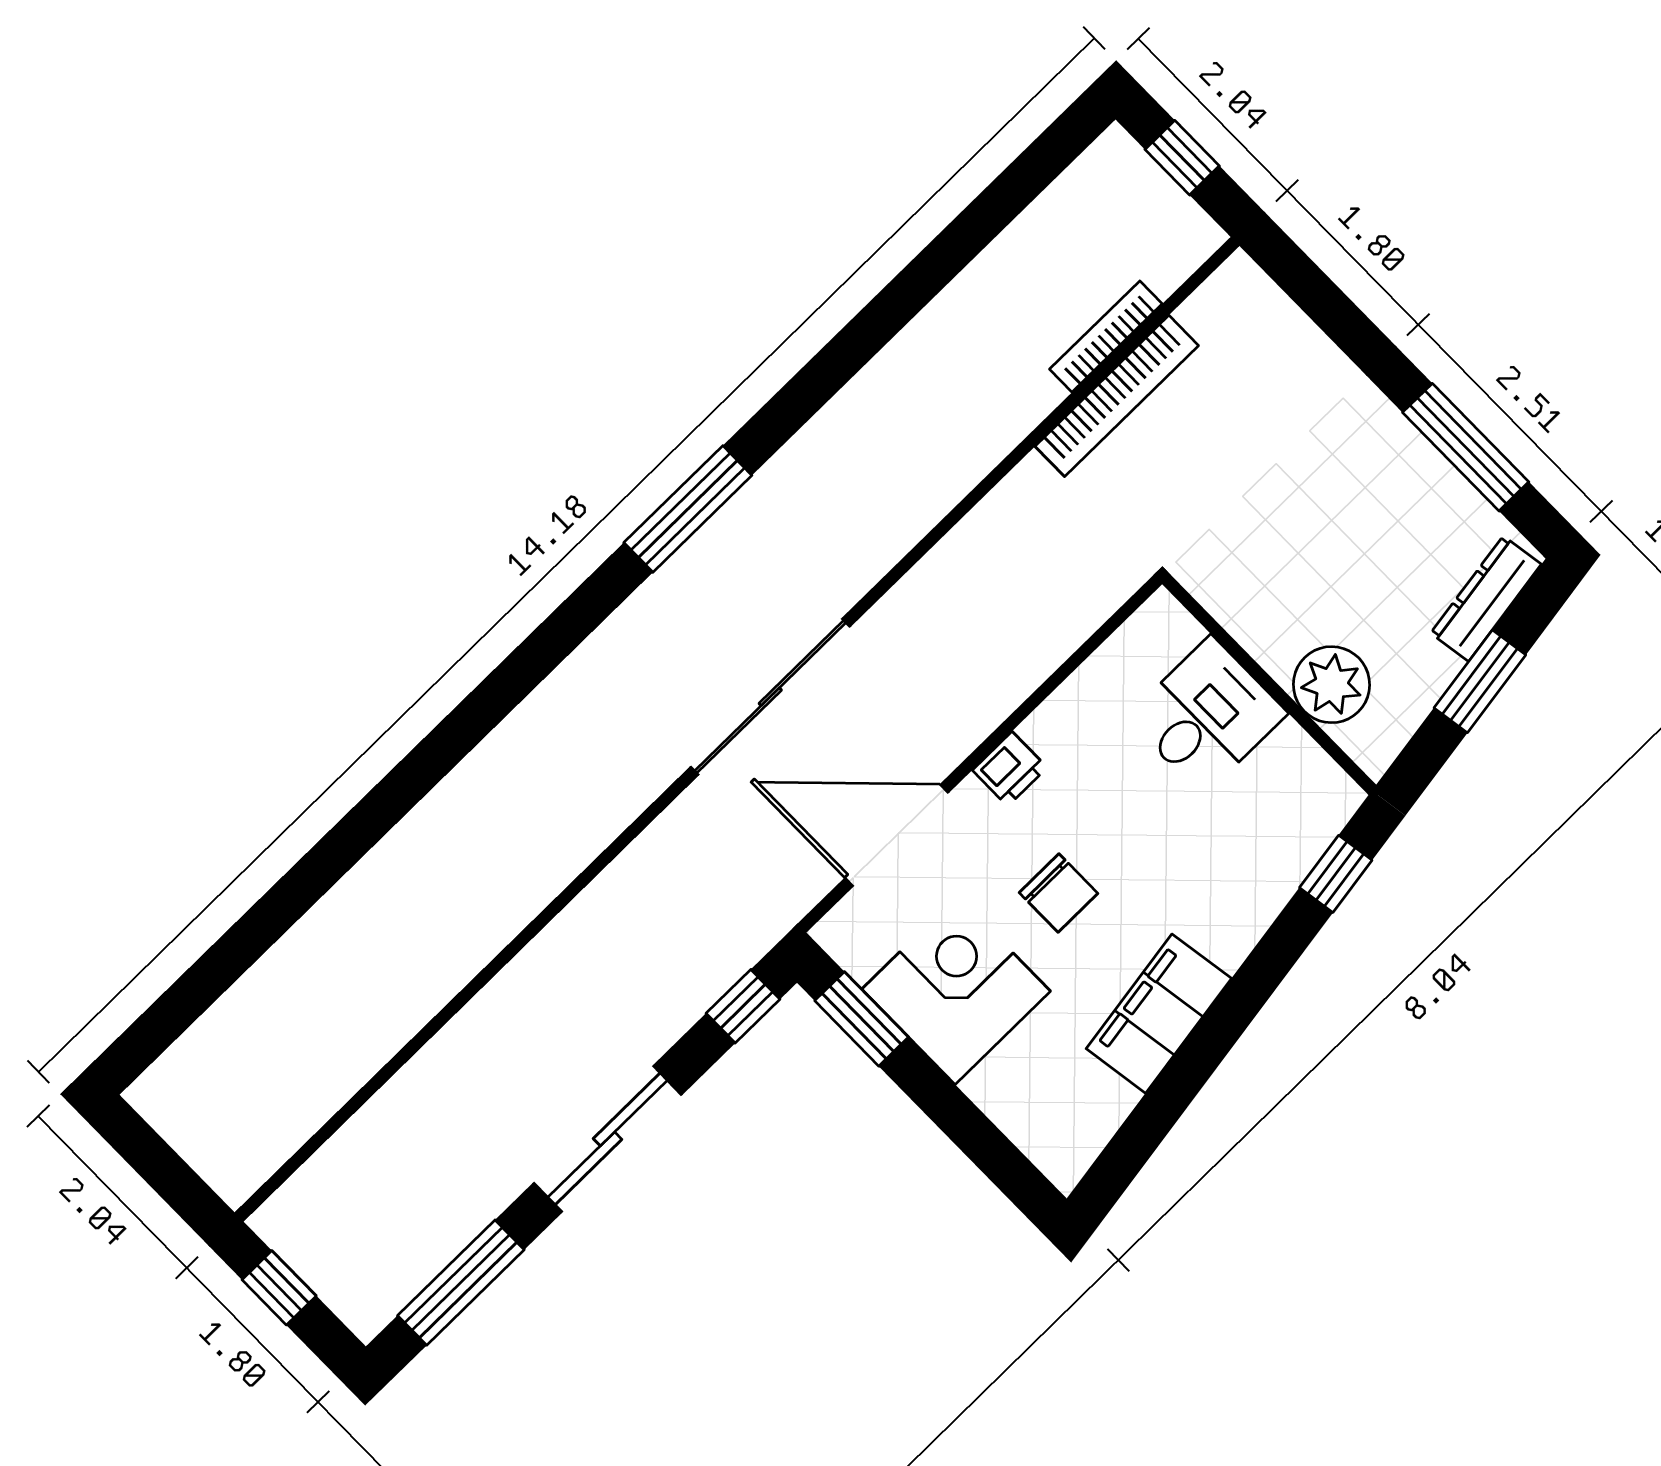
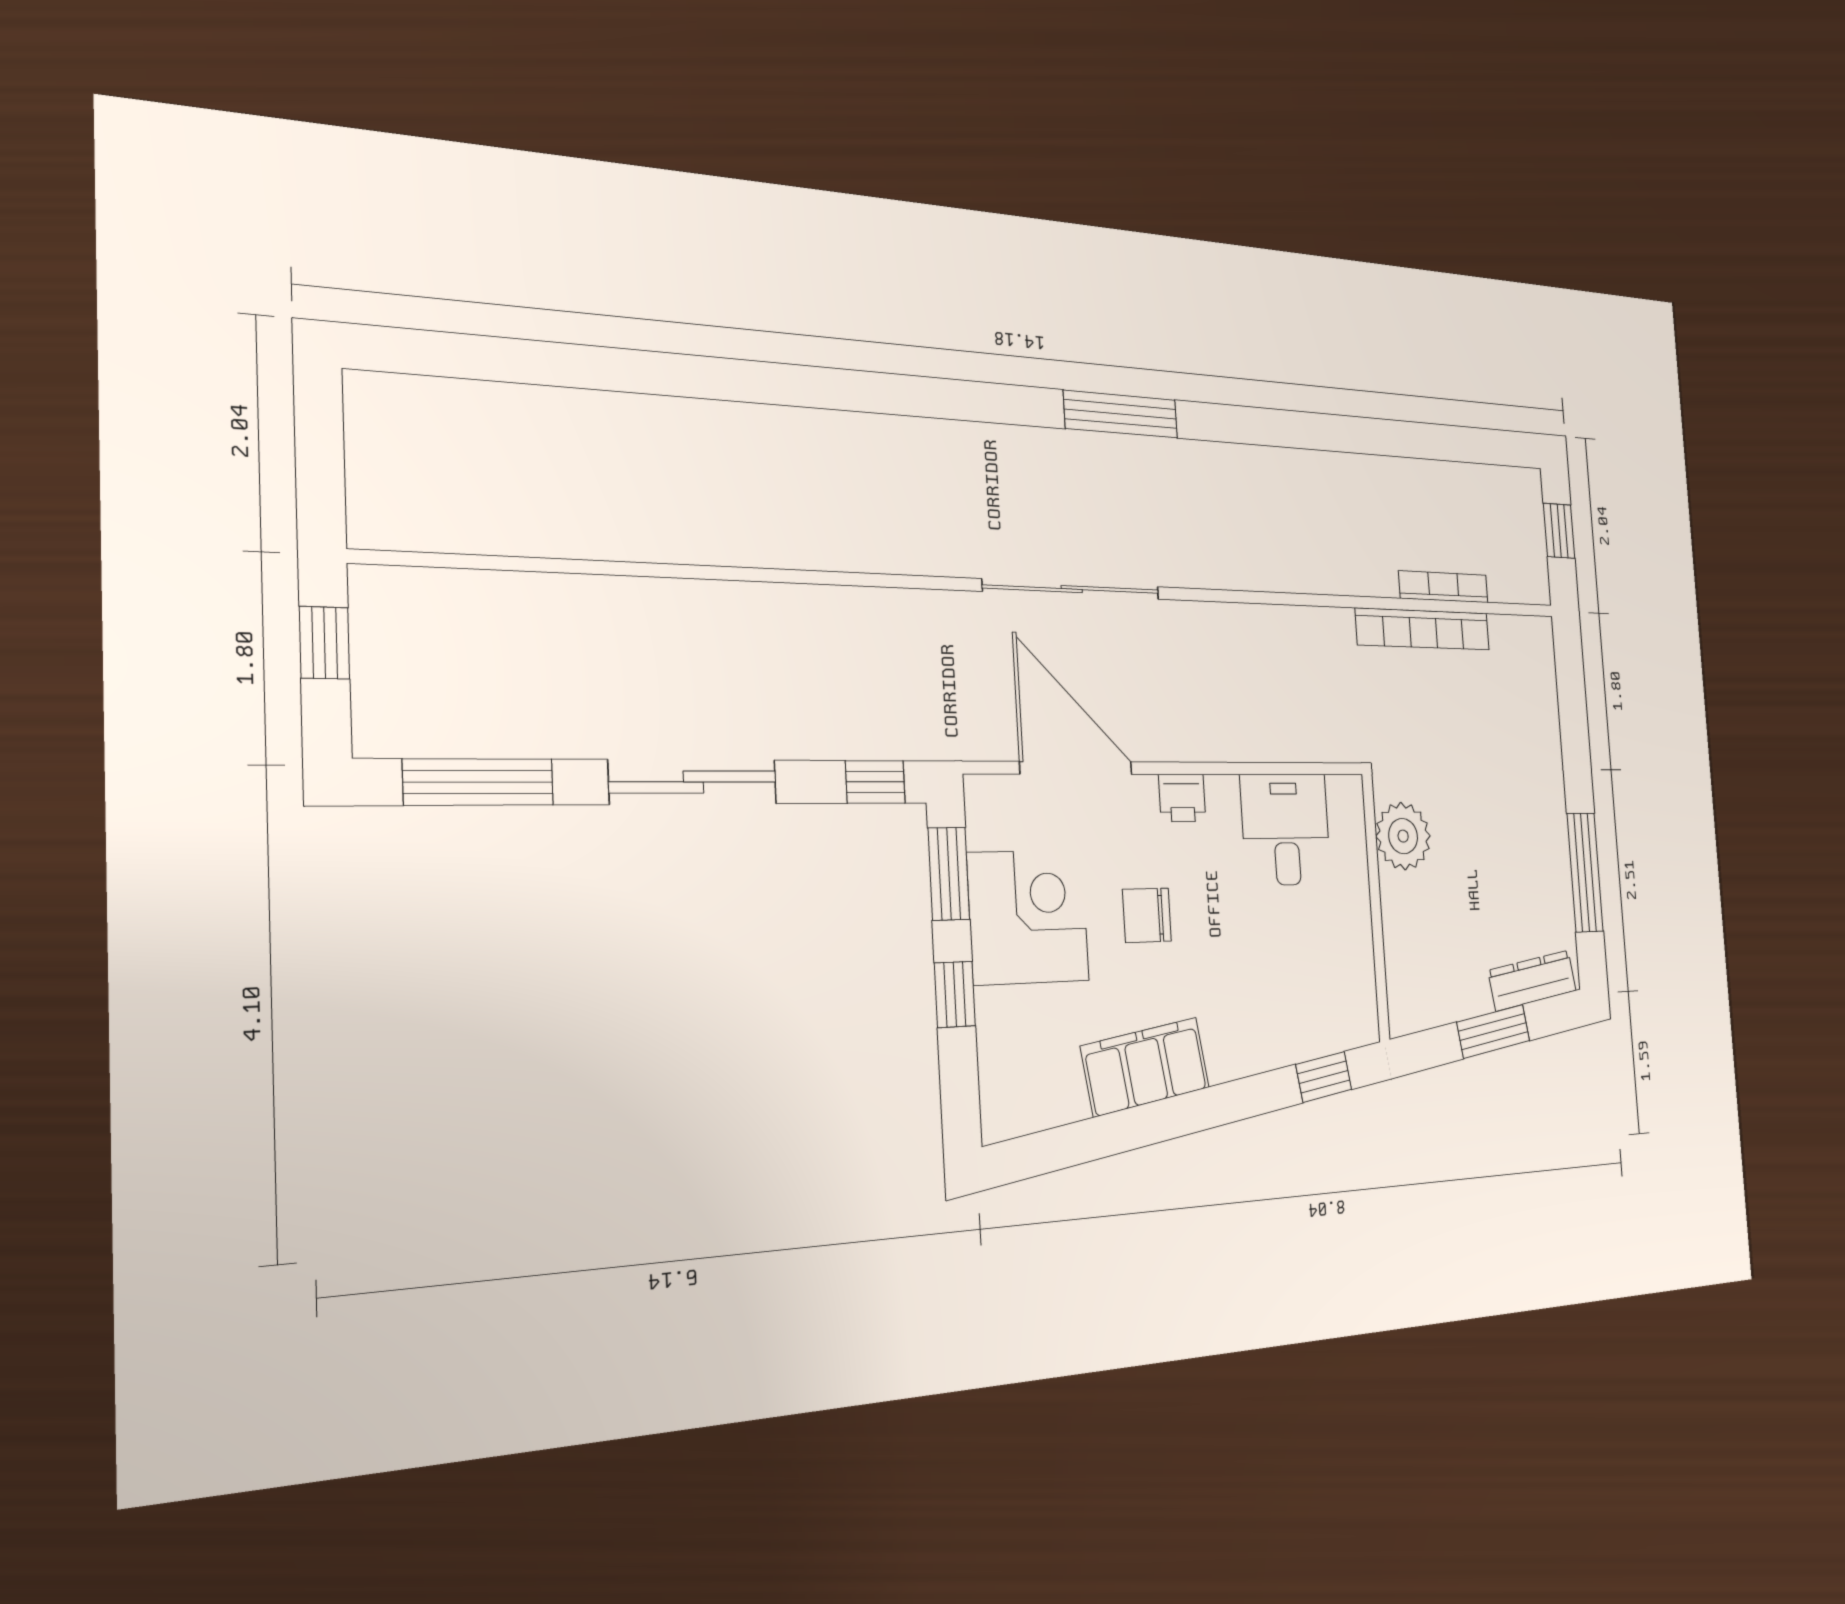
plant: (1332, 685) -> (1403, 836), moved
desk: (1207, 716) -> (1286, 829), moved, turned -90
chair: (1058, 893) -> (1147, 915), turned 90
window: (946, 1105) -> (955, 994), added

